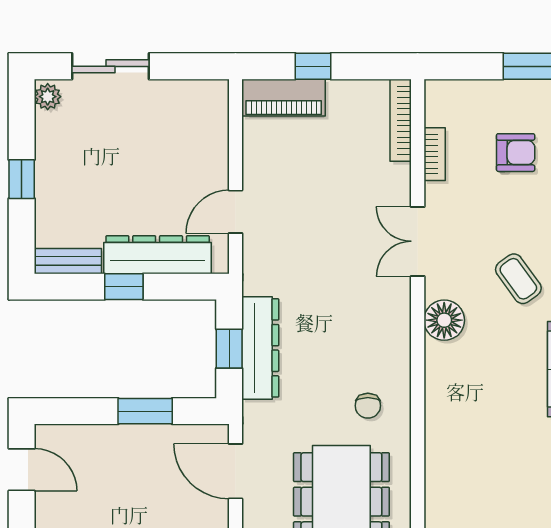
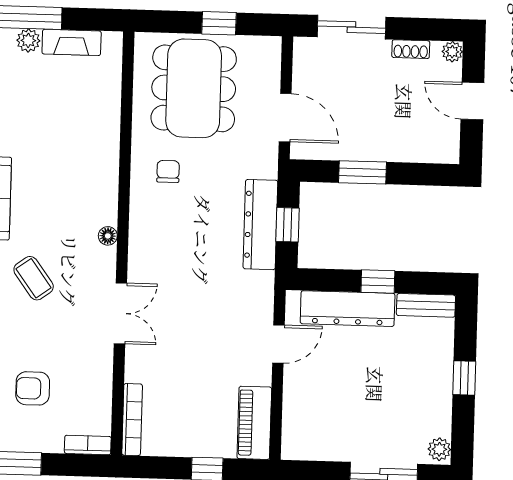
piano: (284, 98) -> (254, 423), moved, turned -90
bookcase: (435, 154) -> (88, 445), moved, turned 90
floor lamp: (444, 320) -> (108, 236), width x0.53, depth x0.53
door: (22, 470) -> (472, 101), moved

